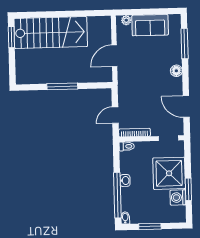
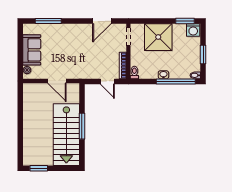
stairs: (51, 33) -> (66, 135), moved, turned 180
floor lamp: (176, 71) -> (71, 29), removed
window: (188, 189) -> (185, 21), moved
washing machine: (178, 198) -> (193, 30), moved

